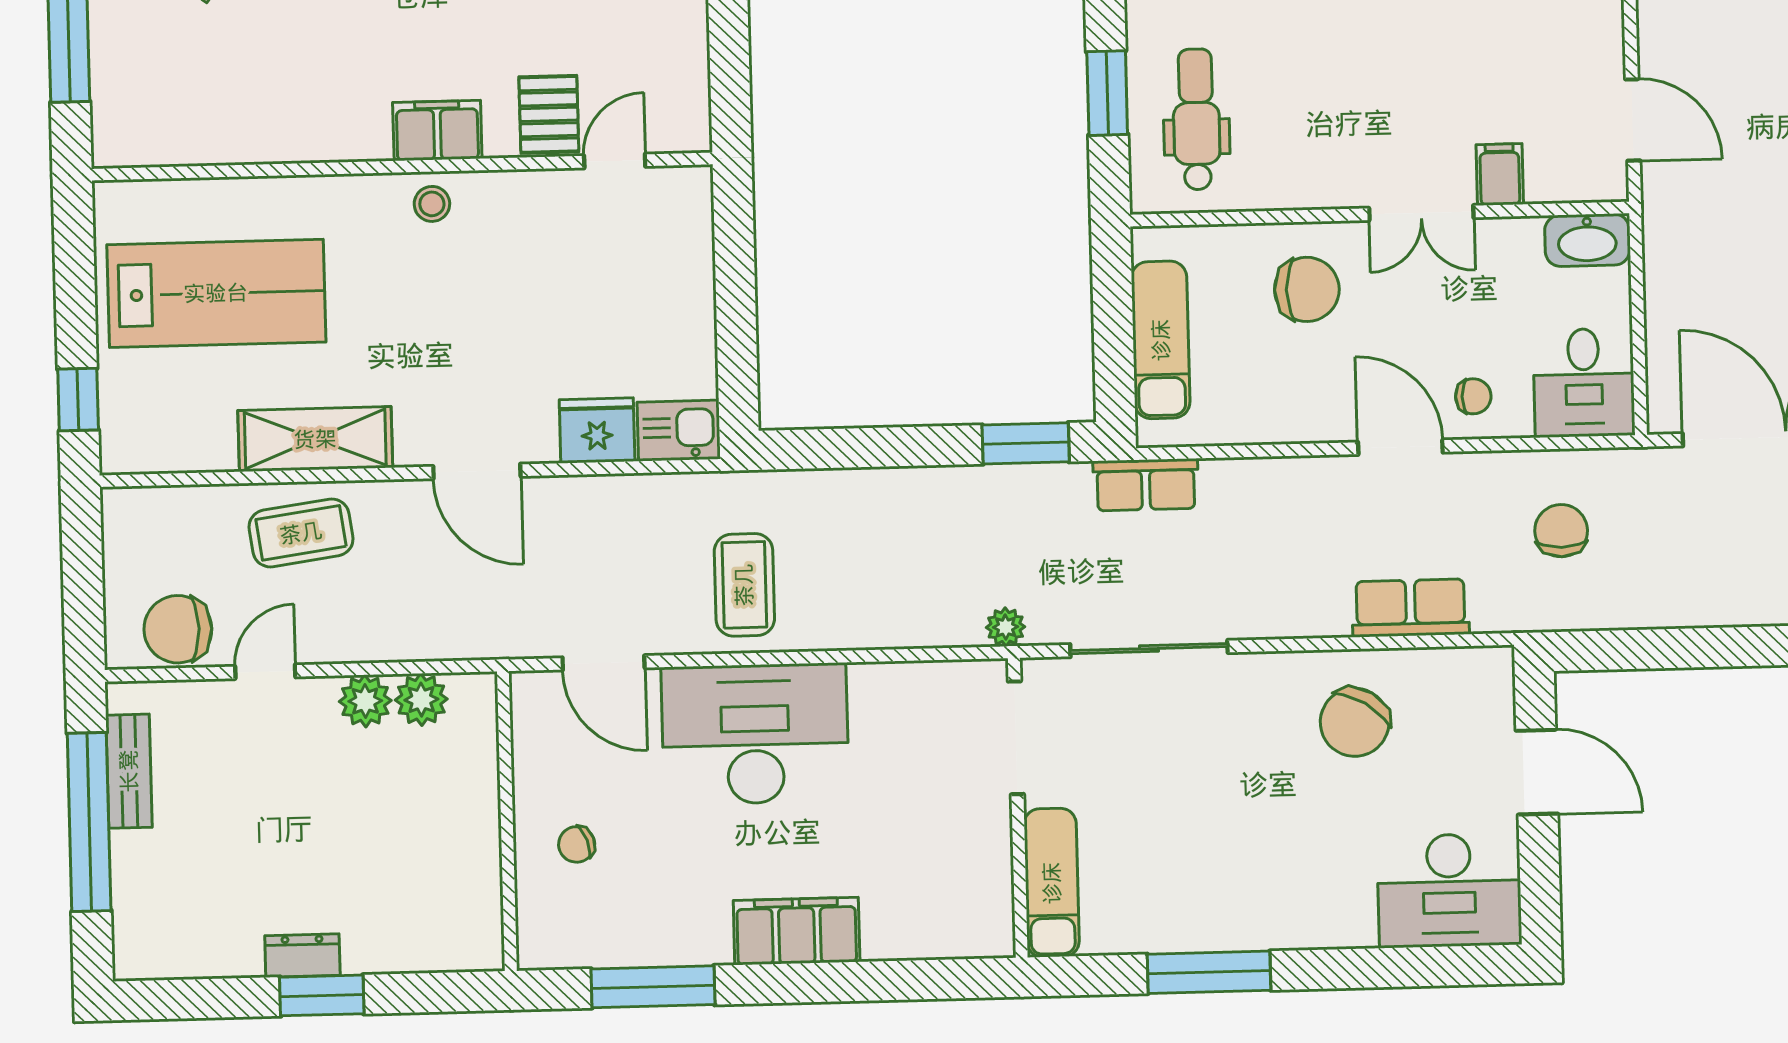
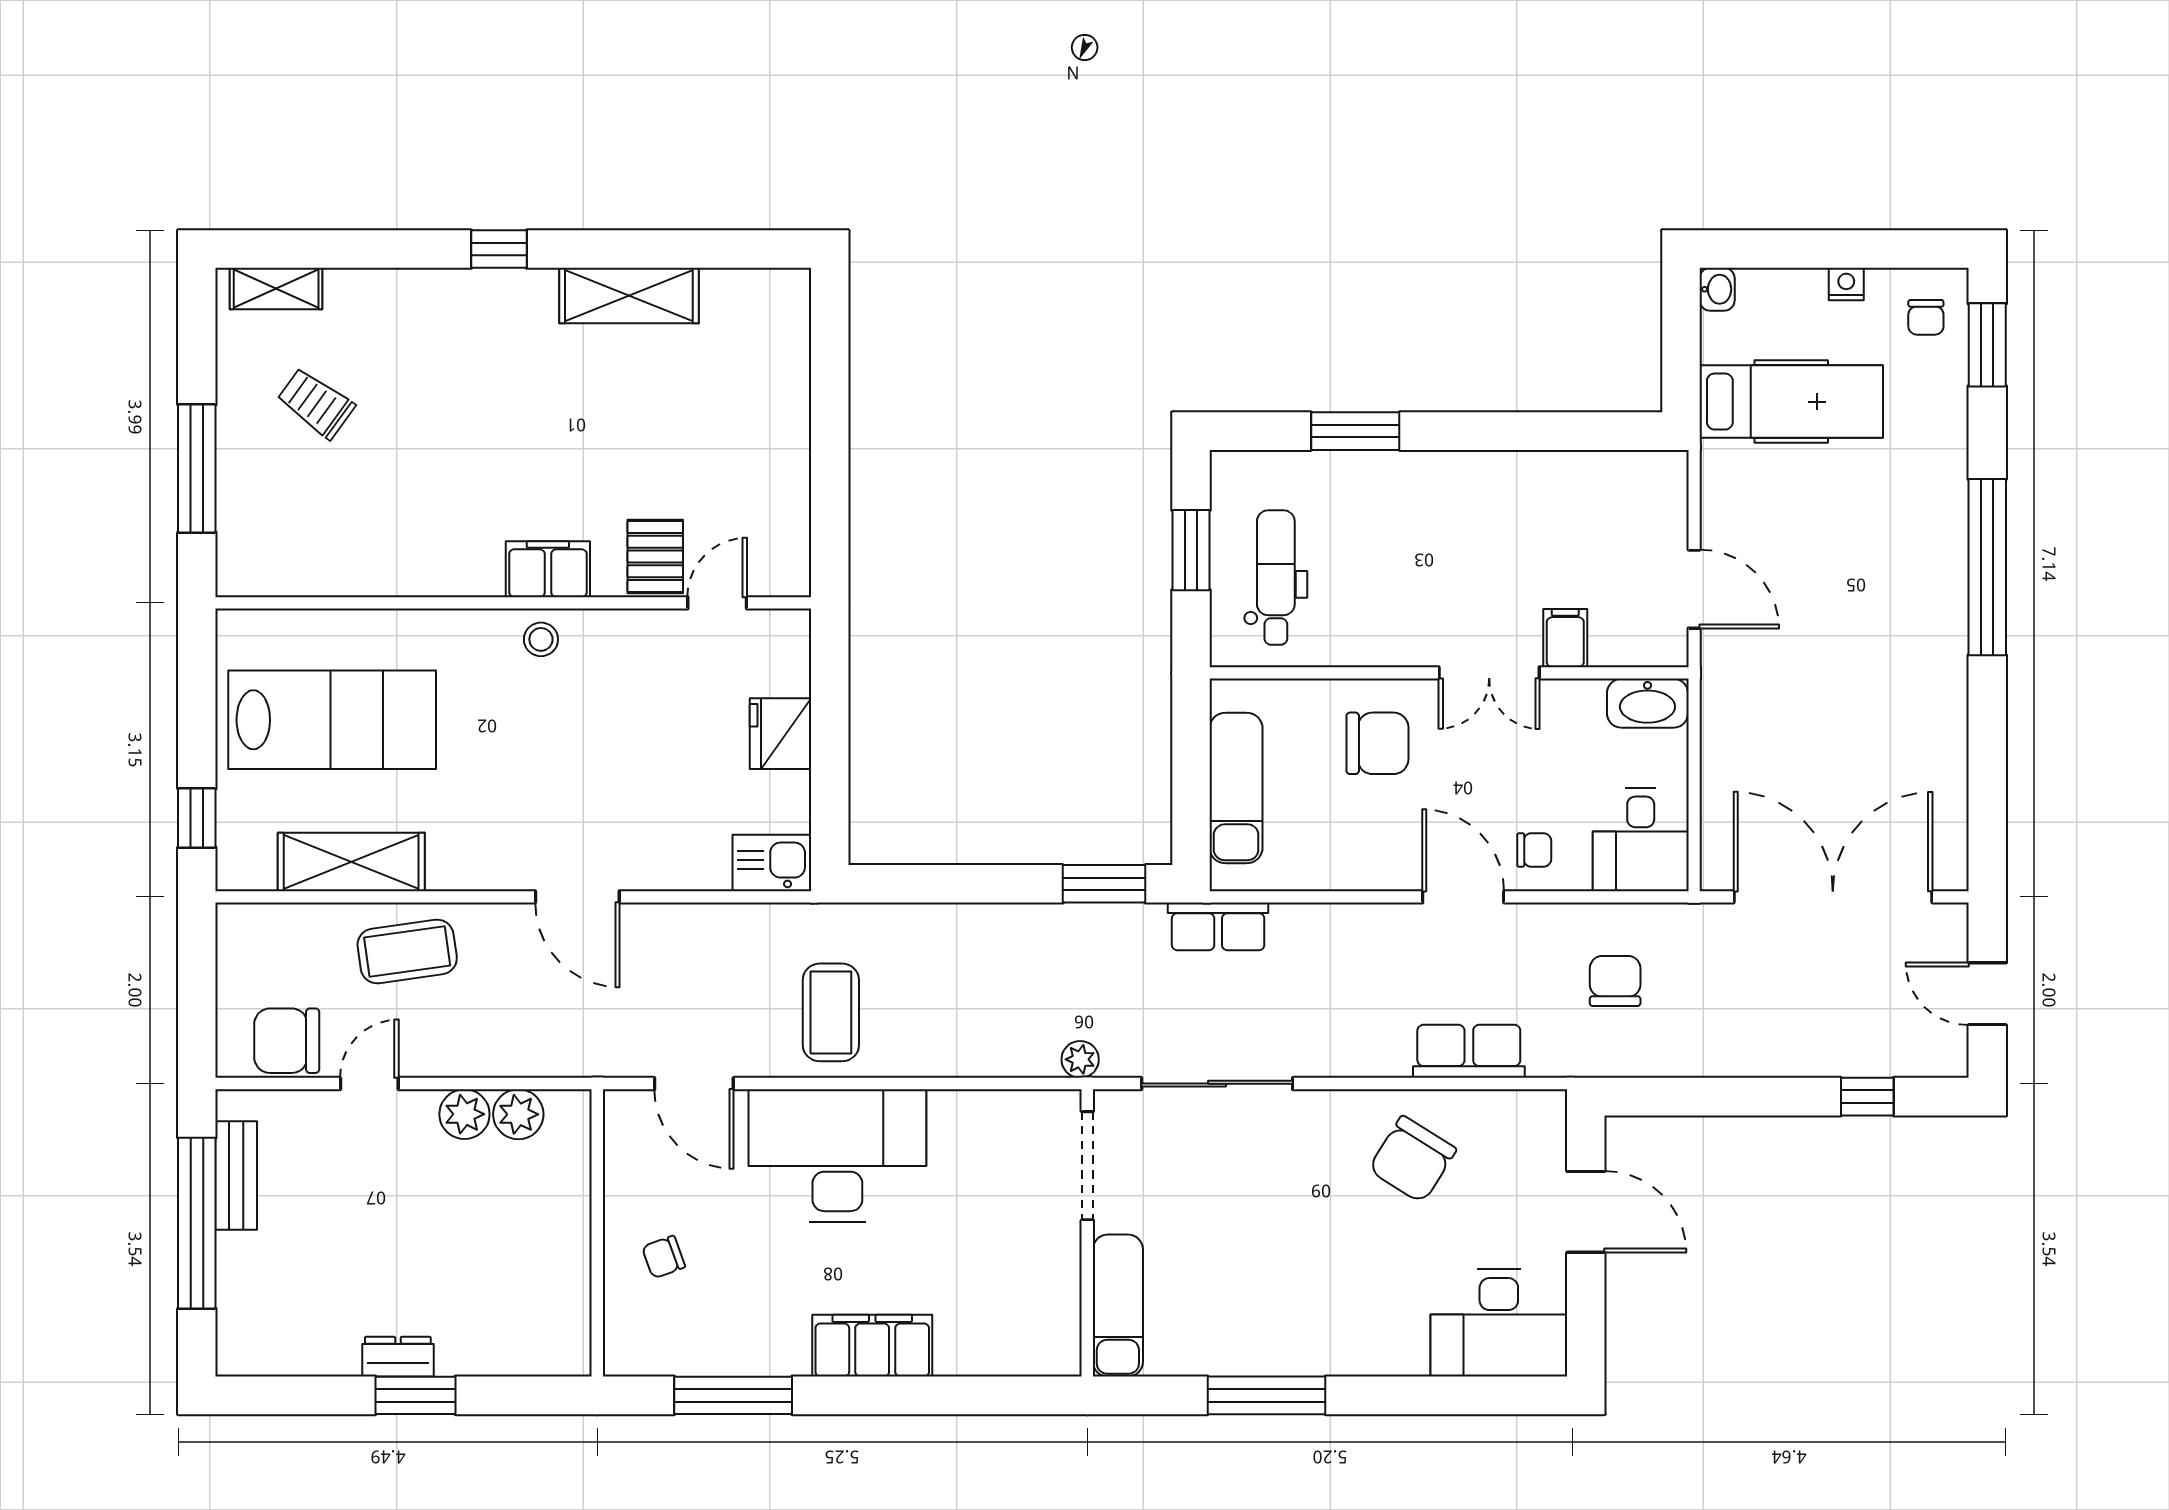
fridge: (597, 431) -> (781, 734), moved, turned -90
shelving: (315, 439) -> (351, 862), moved

